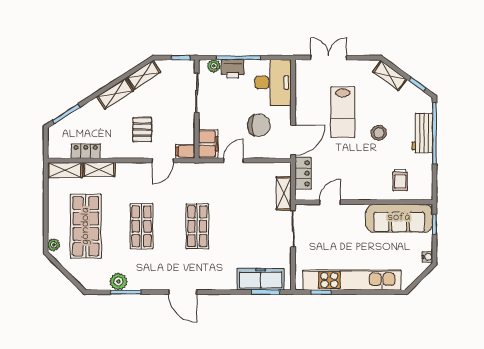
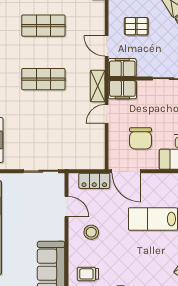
stool: (379, 133) -> (91, 232), moved
filing cabinet: (185, 151) -> (122, 68), width x2.00
door: (233, 160) -> (107, 114), swing flipped
shelving: (284, 193) -> (98, 86), moved, turned 90

